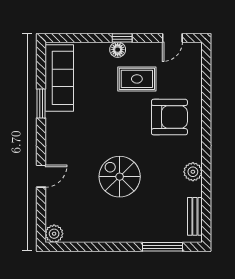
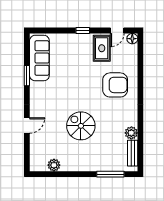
floor lamp: (118, 50) -> (132, 39), moved
rug: (137, 79) -> (102, 48), moved, turned 90
plant: (193, 172) -> (131, 133), moved
plant: (54, 234) -> (54, 165), moved

